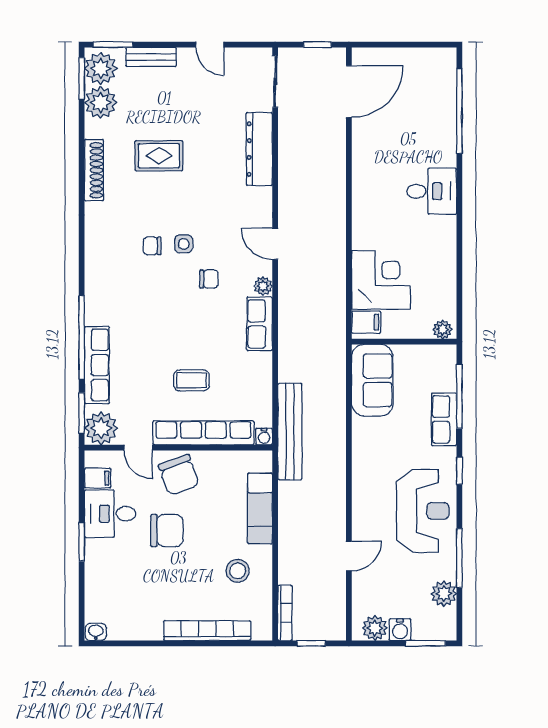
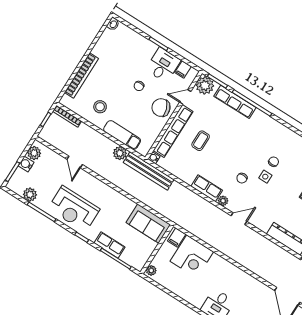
plant: (290, 494) -> (120, 153), added
chair: (167, 531) -> (139, 86), width x0.54, depth x0.54

